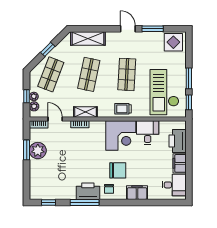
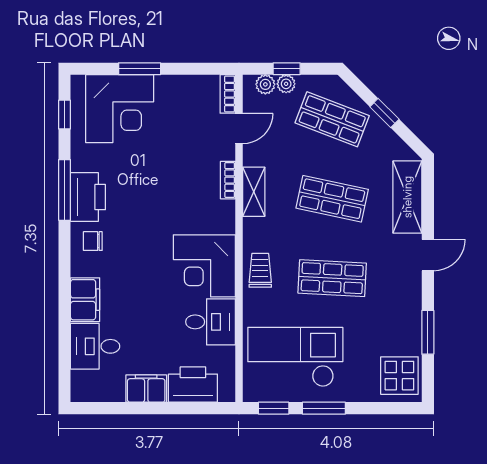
door: (128, 29) -> (428, 255), moved
window: (27, 150) -> (140, 69), moved
plant: (38, 151) -> (173, 92), removed
chair: (118, 170) -> (132, 259), removed
corner desk: (46, 176) -> (120, 109), added
desk: (174, 185) -> (95, 346), moved, turned 90

